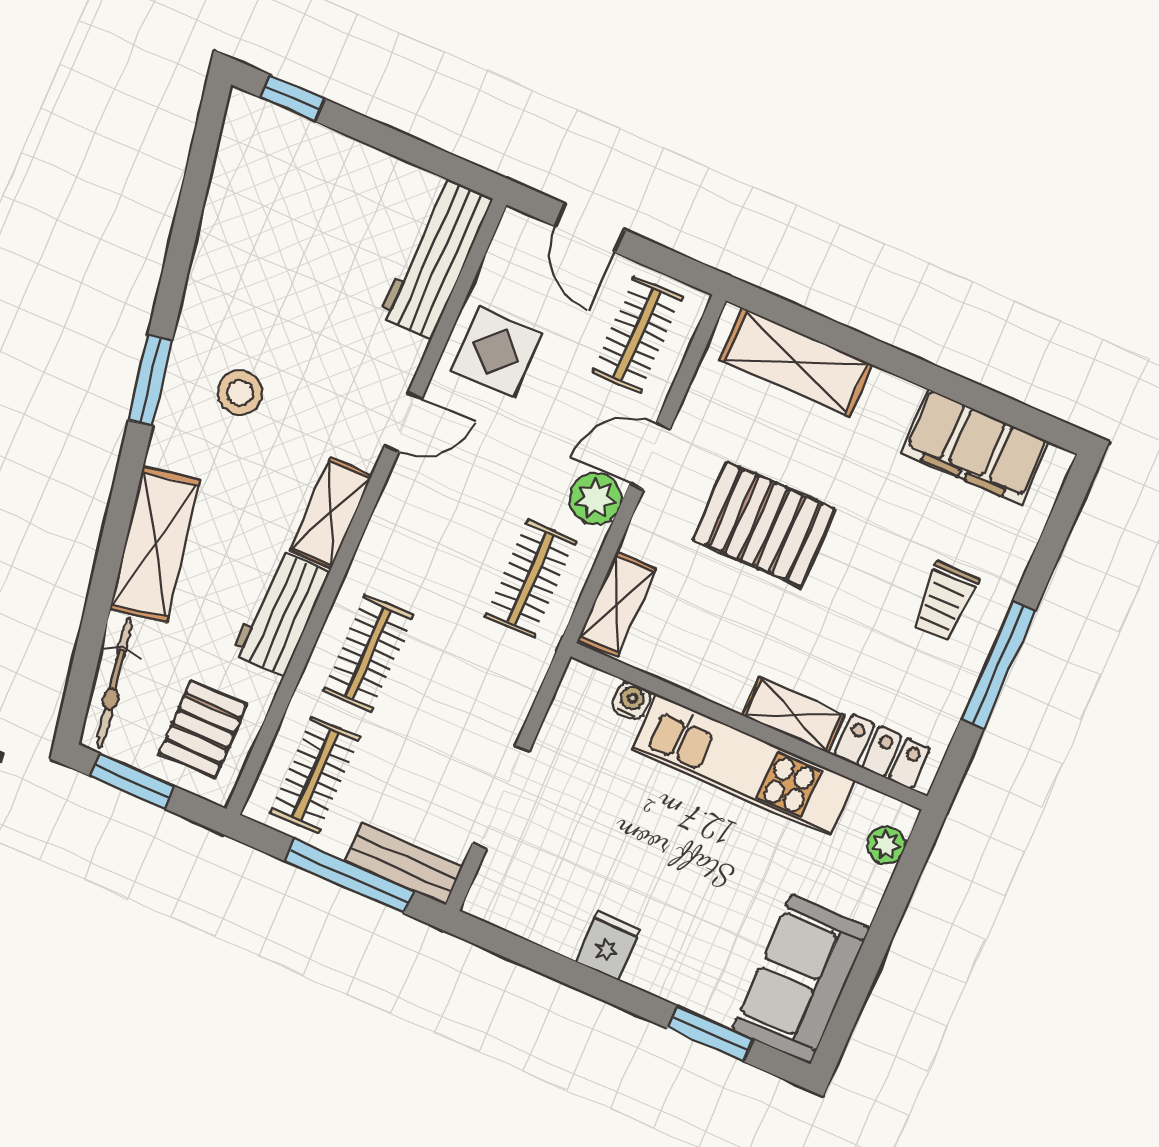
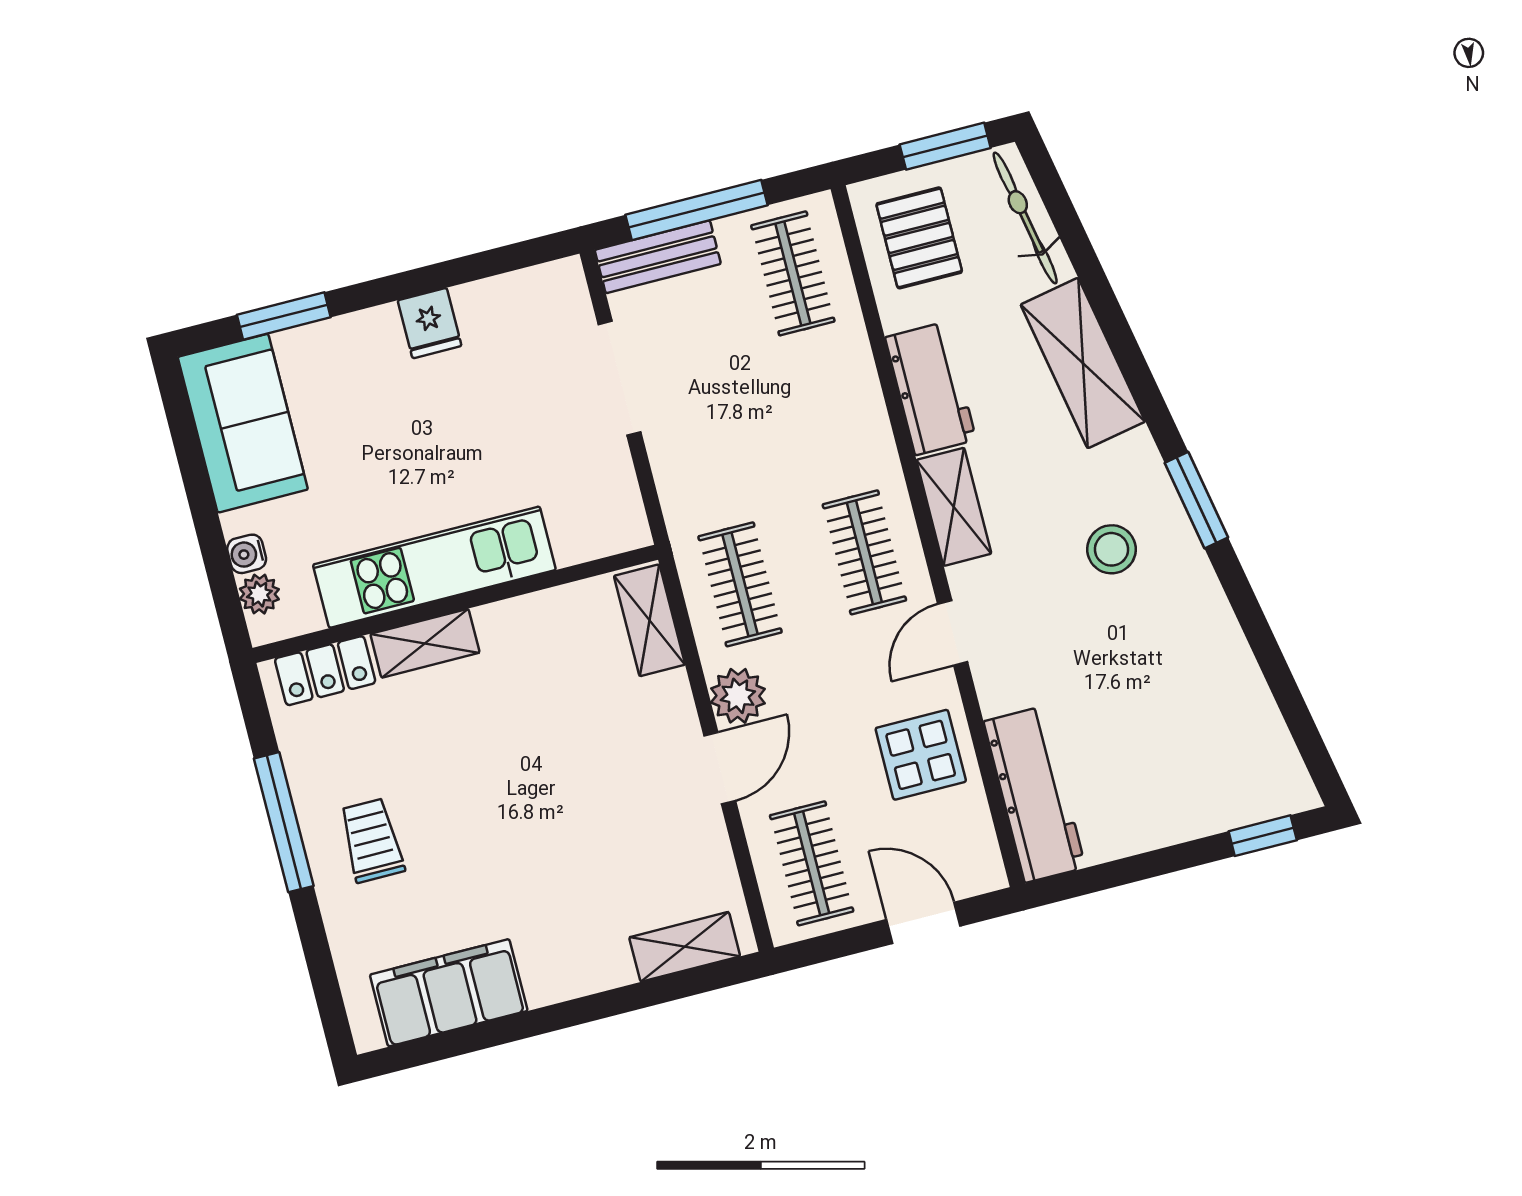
shelving: (796, 362) -> (685, 947), width x0.67, depth x0.75
pallet: (764, 524) -> (577, 786), removed
clothes rail: (368, 653) -> (864, 552), moved
water cooler: (631, 701) -> (247, 554), moved, turned 90

